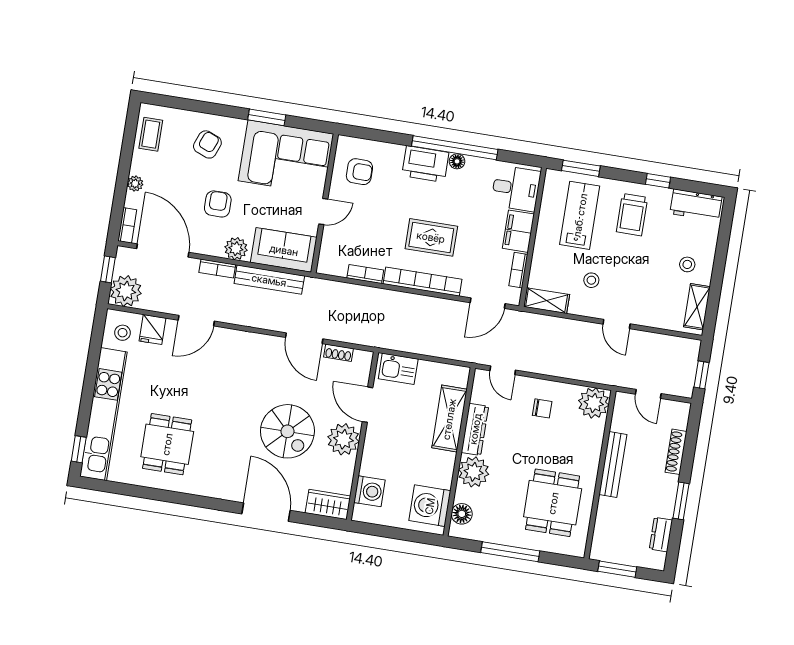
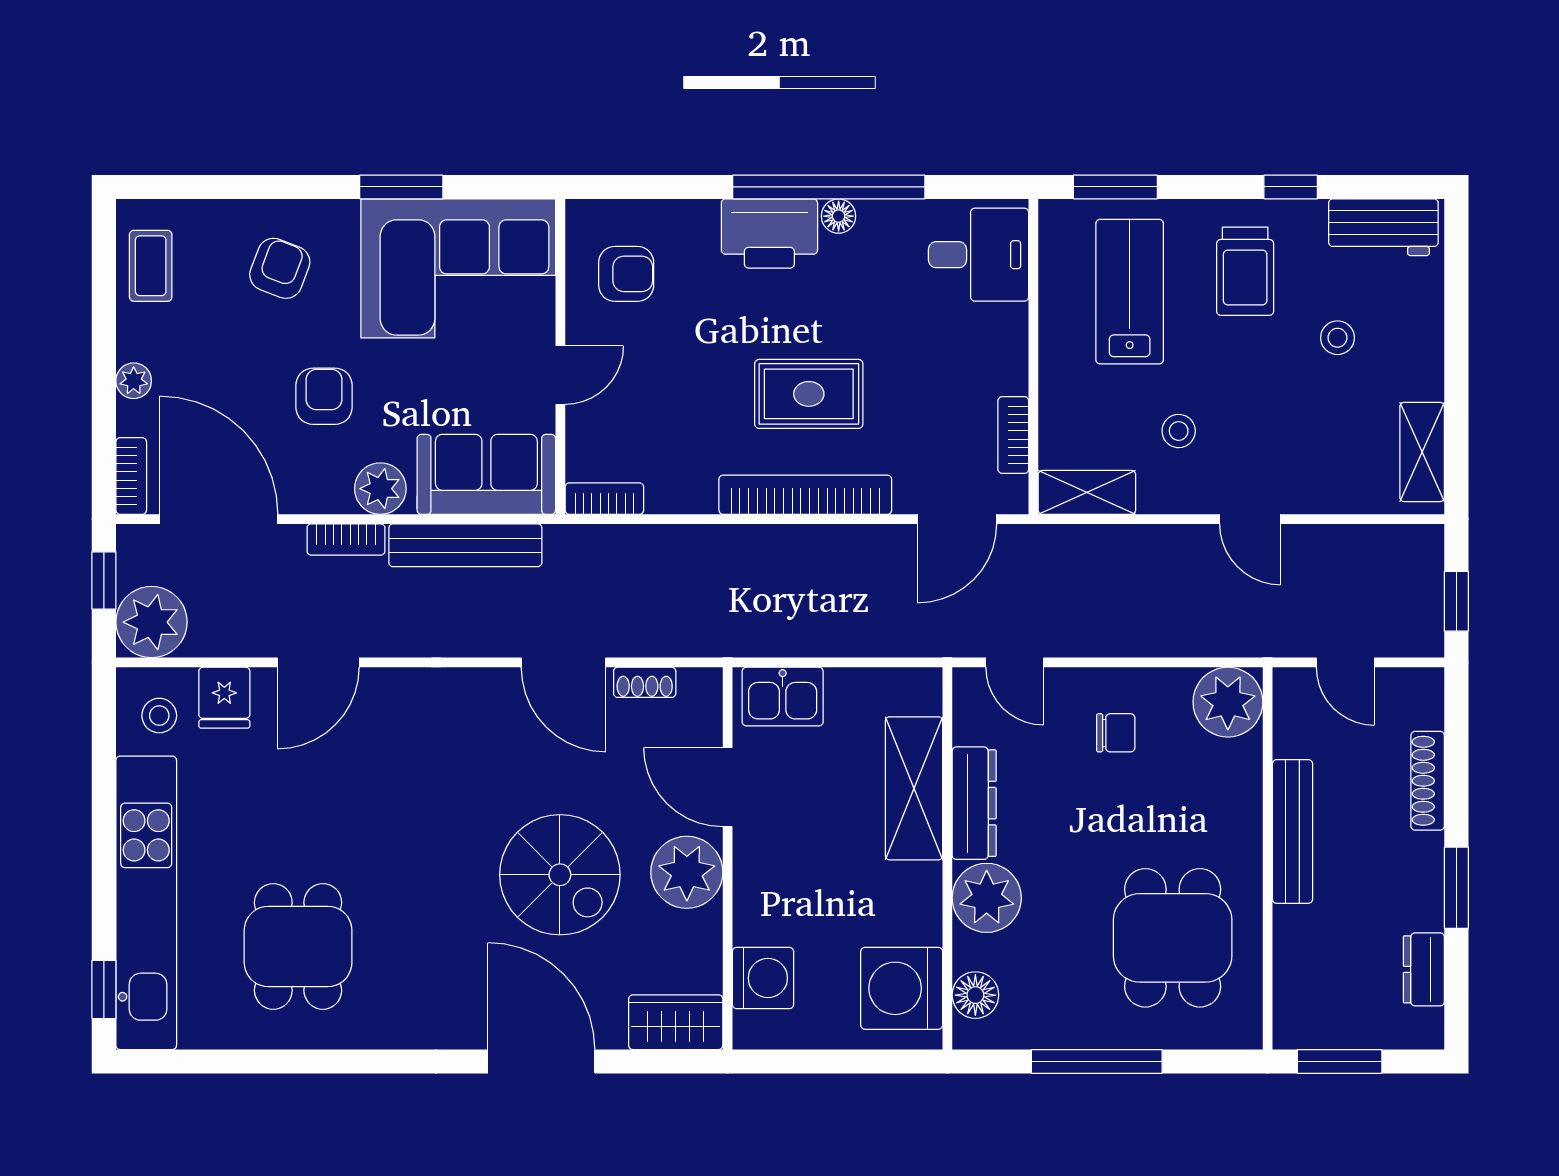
filing cabinet: (518, 231) -> (999, 349), removed
stool: (687, 264) -> (1337, 338), moved
bookcase: (365, 274) -> (604, 499), moved

